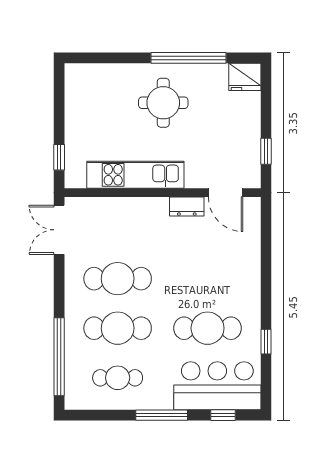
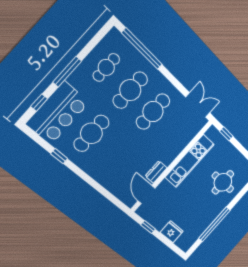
fridge: (245, 77) -> (172, 232), moved, turned 90
round table: (163, 103) -> (223, 182), moved
door: (226, 193) -> (146, 195), hinge flipped

